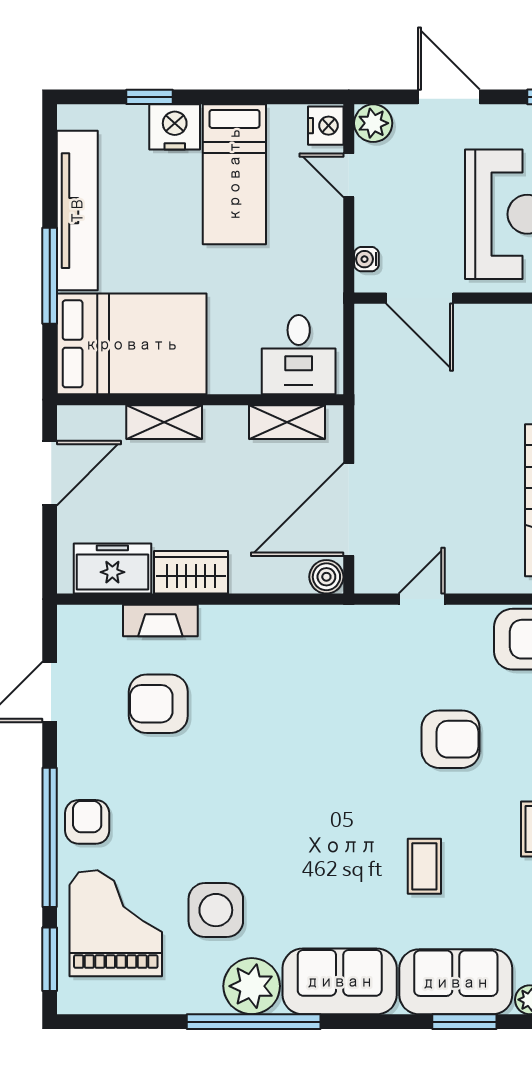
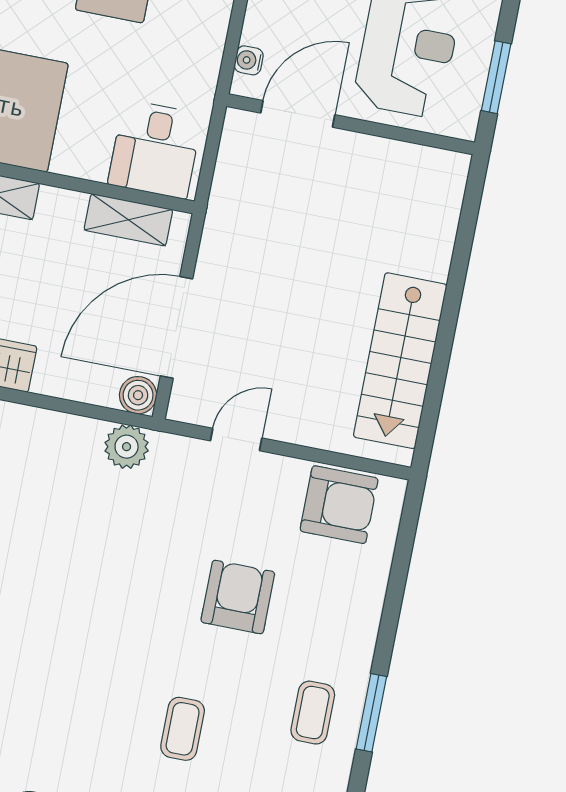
door: (420, 298) -> (298, 114), swing flipped
plant: (325, 625) -> (127, 447), added
armchair: (451, 739) -> (238, 597), turned -90

